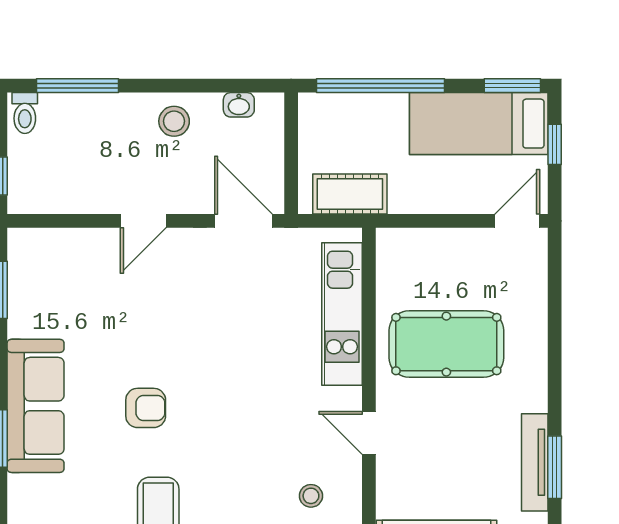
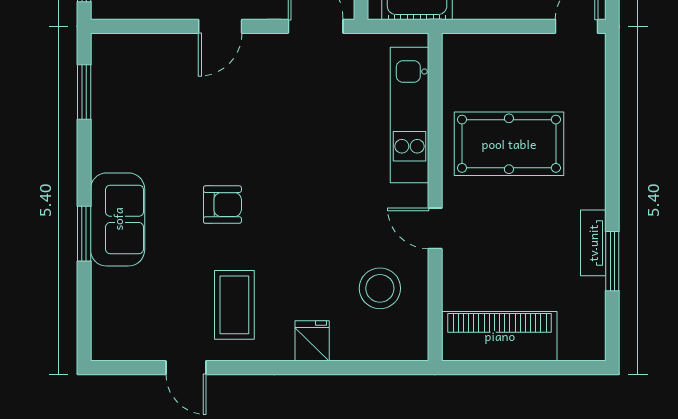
sofa: (36, 406) -> (118, 219), width x0.73
tv unit: (535, 462) -> (593, 243), width x0.71
stool: (311, 496) -> (380, 288), width x1.89, depth x1.89

